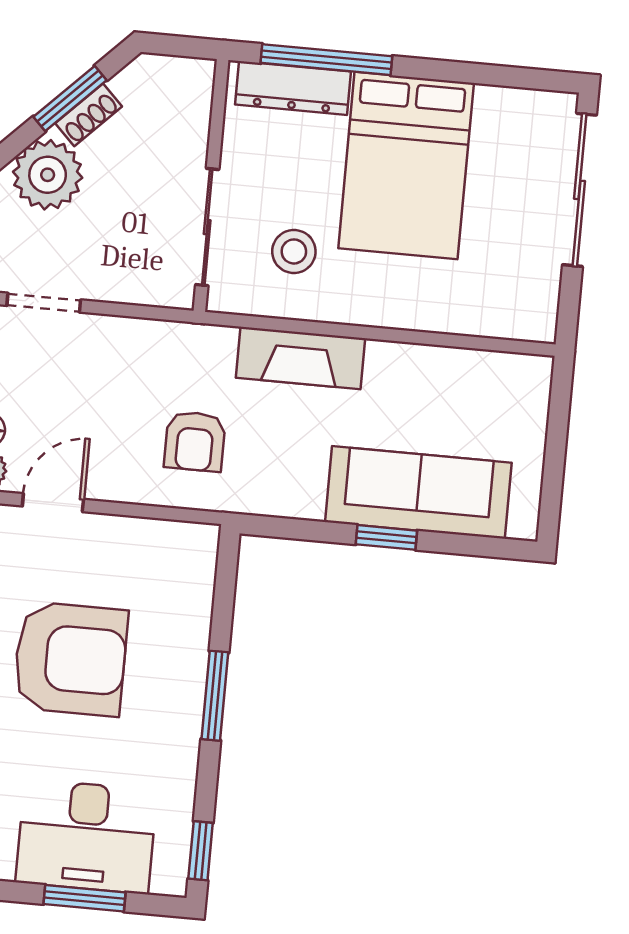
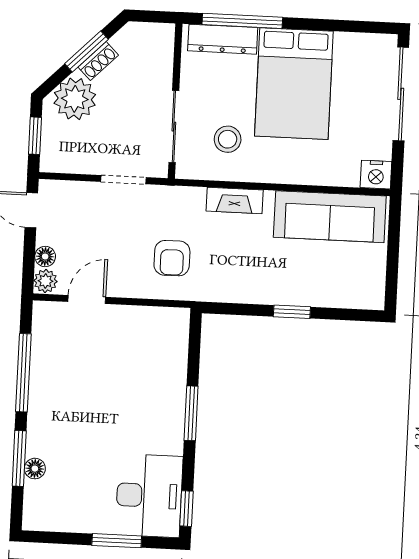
doorway: (44, 303) -> (124, 180), moved
nightstand: (533, 320) -> (376, 175), added
fireplace: (301, 358) -> (235, 200), width x0.73, depth x0.76
sofa: (418, 492) -> (330, 217), moved, turned 180
armchair: (70, 659) -> (102, 395), removed
desk: (86, 836) -> (149, 496), moved, turned -90

